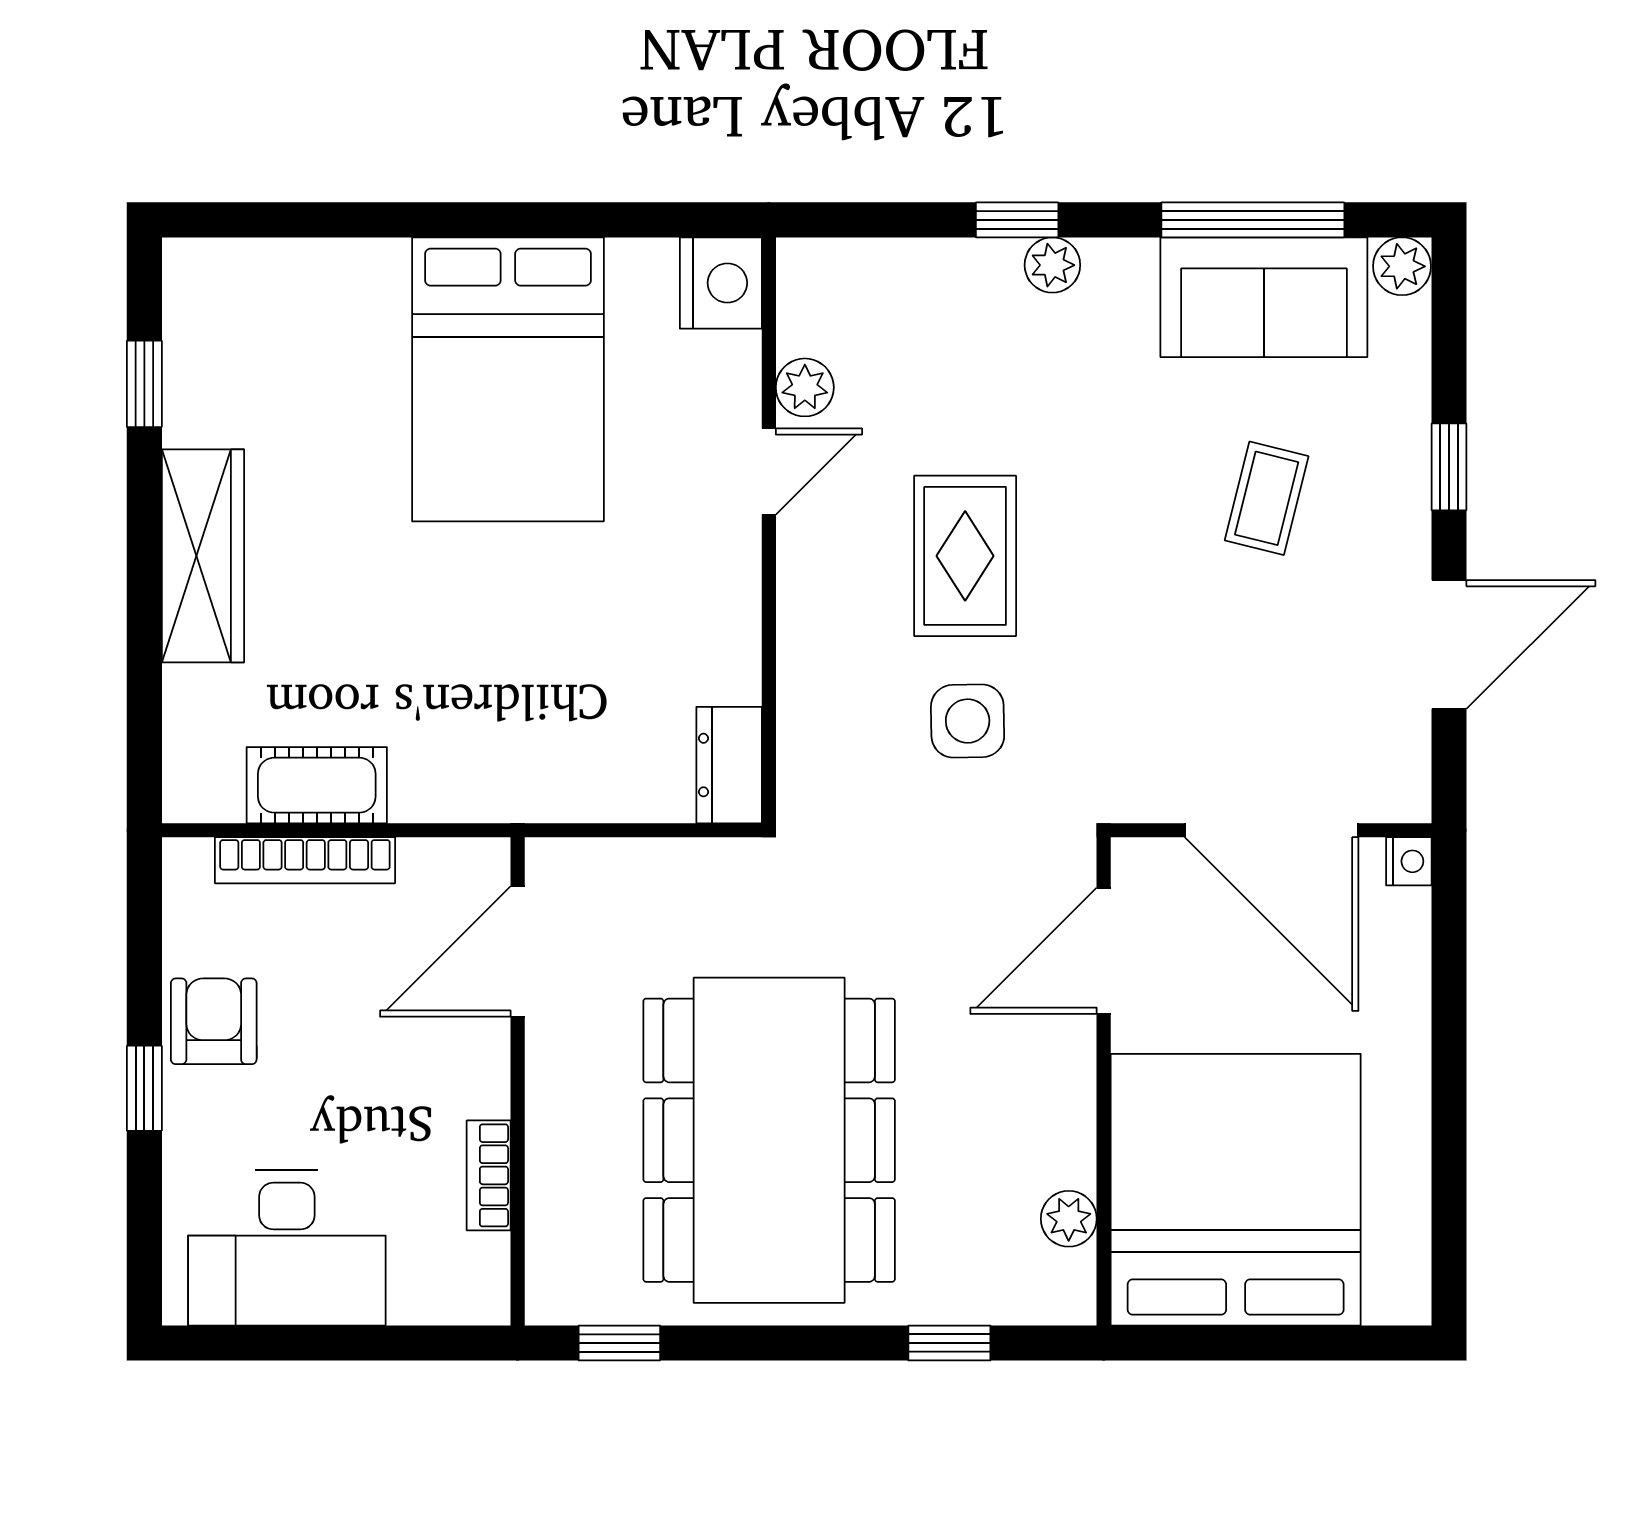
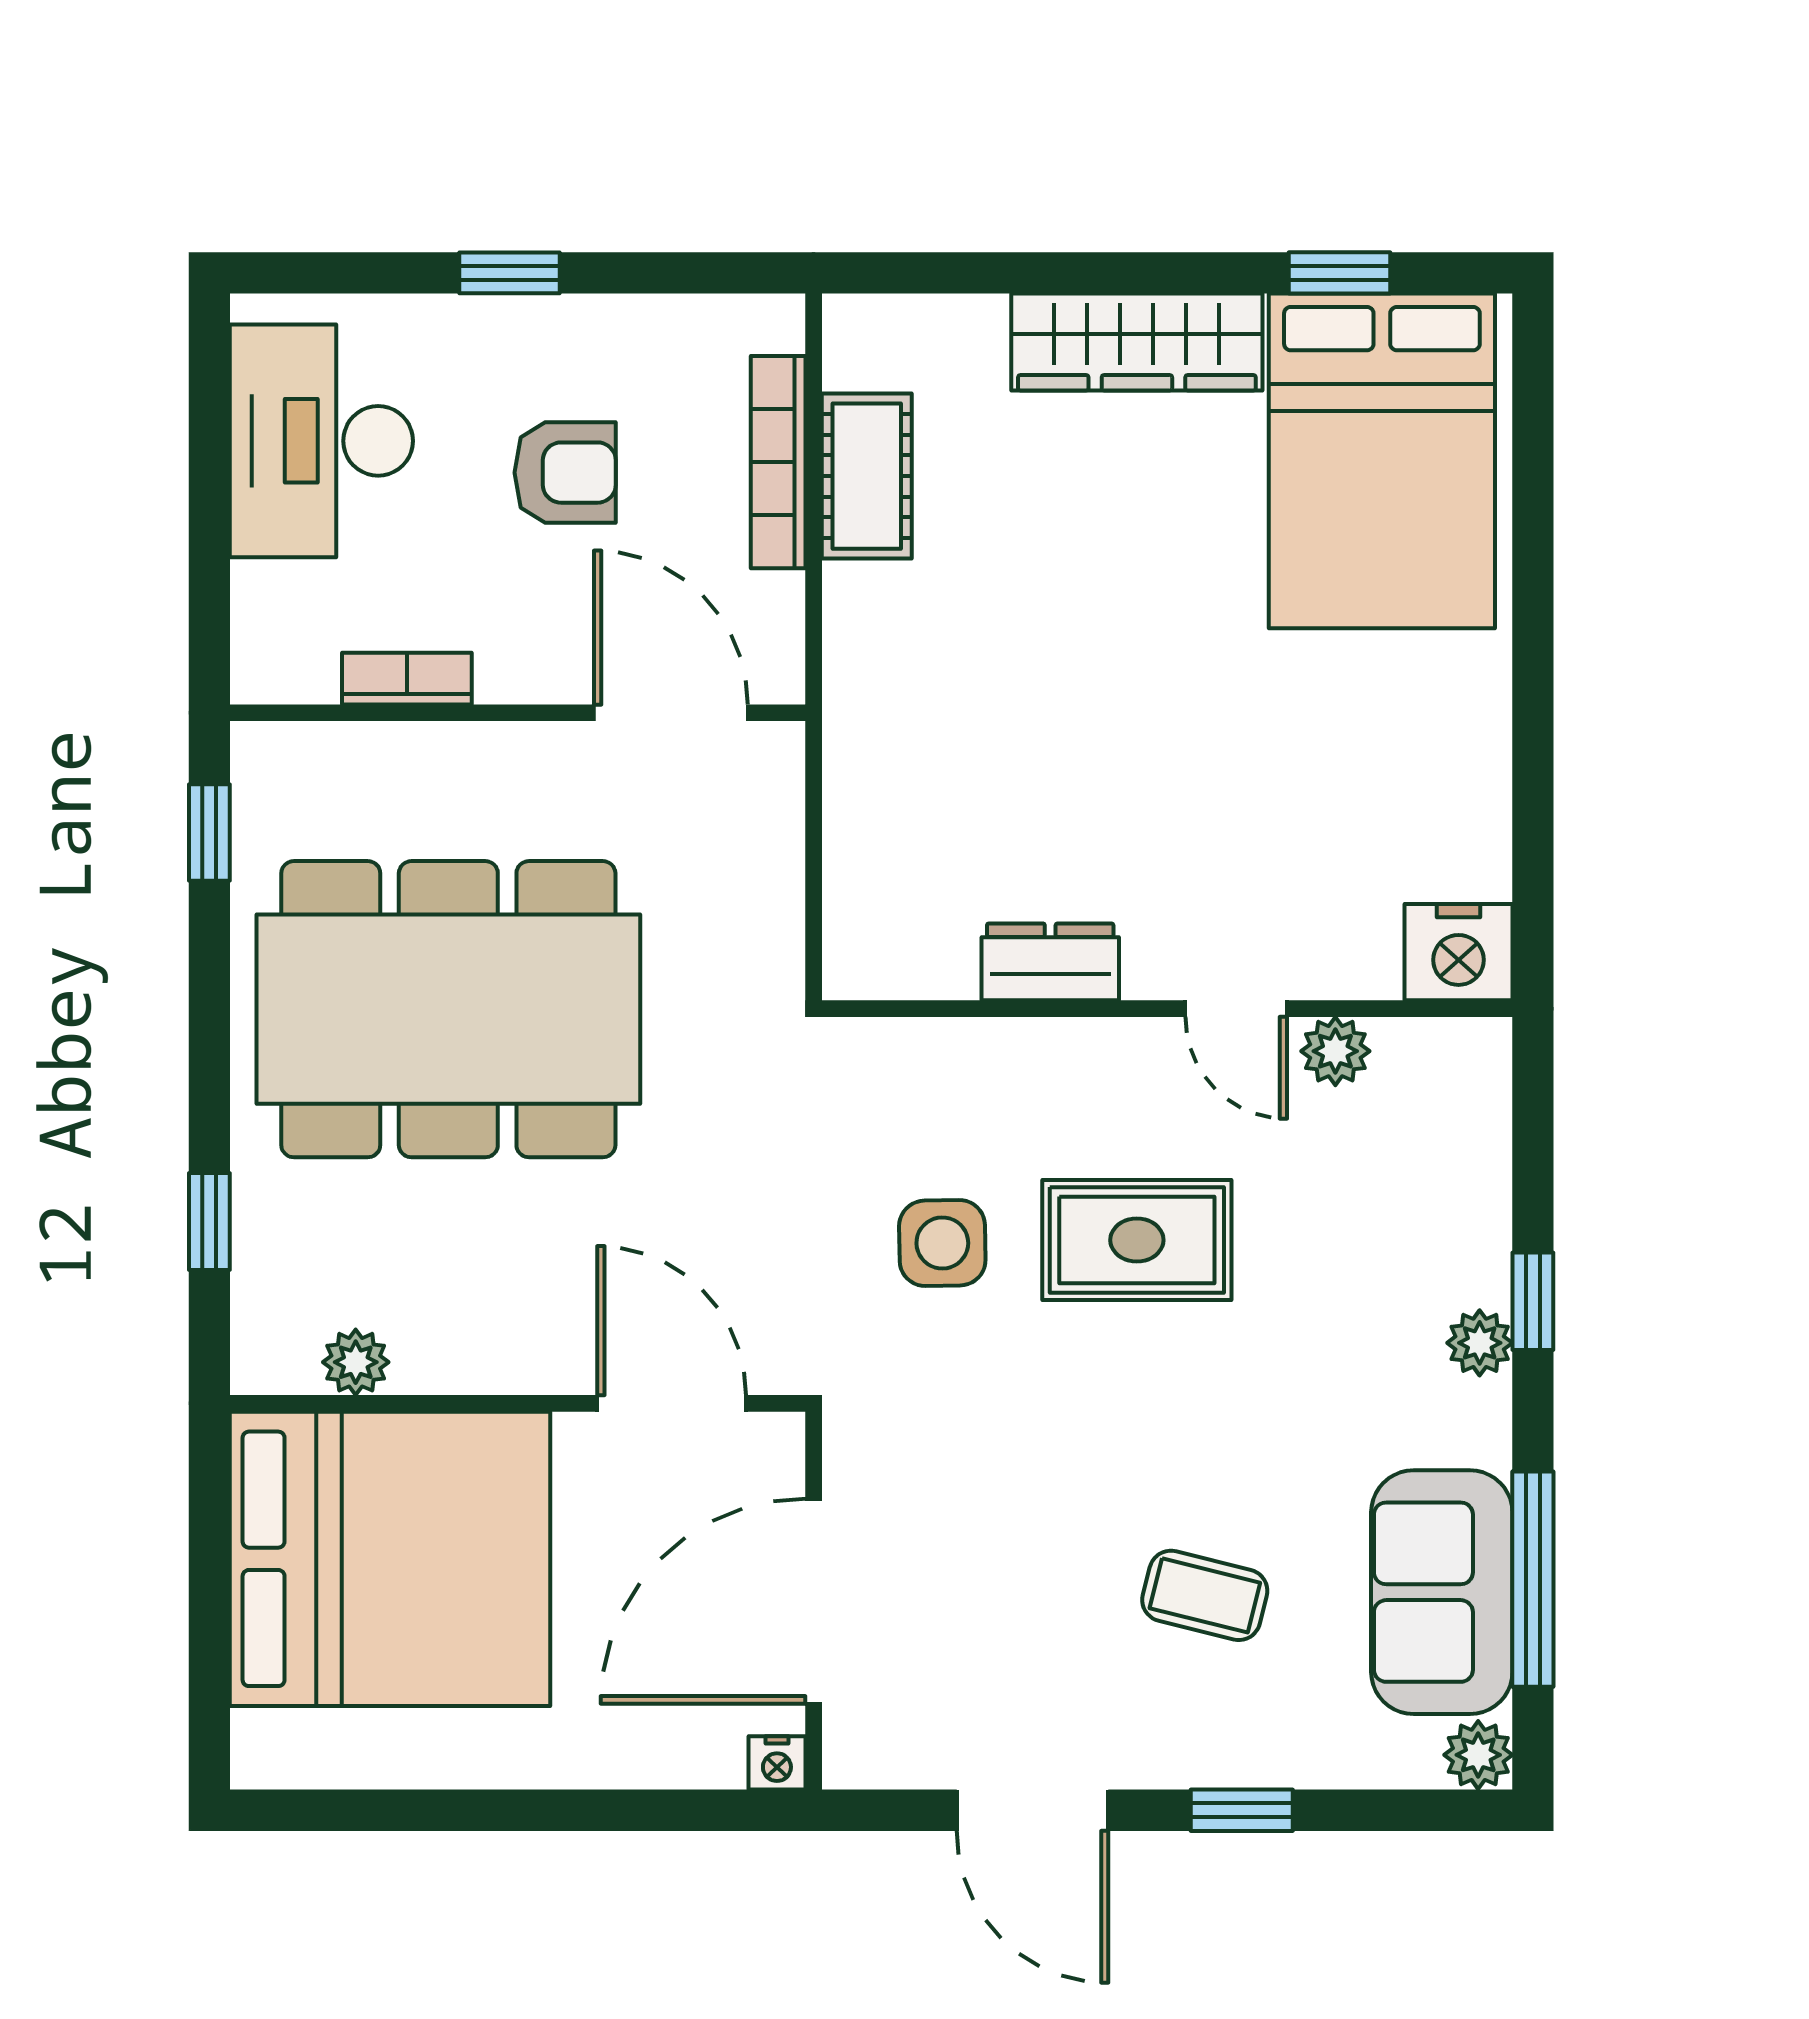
bed: (508, 379) -> (1382, 461), moved, turned -90
dresser: (729, 765) -> (1050, 962), moved
armchair: (214, 1021) -> (565, 473), moved

